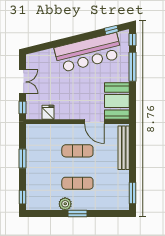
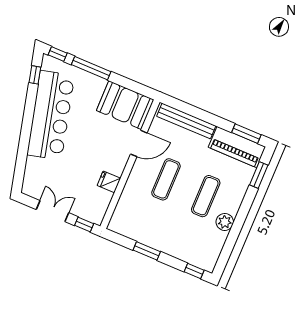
fridge: (48, 112) -> (109, 182), moved
piano: (120, 190) -> (237, 147), added
window: (77, 214) -> (259, 175), moved

